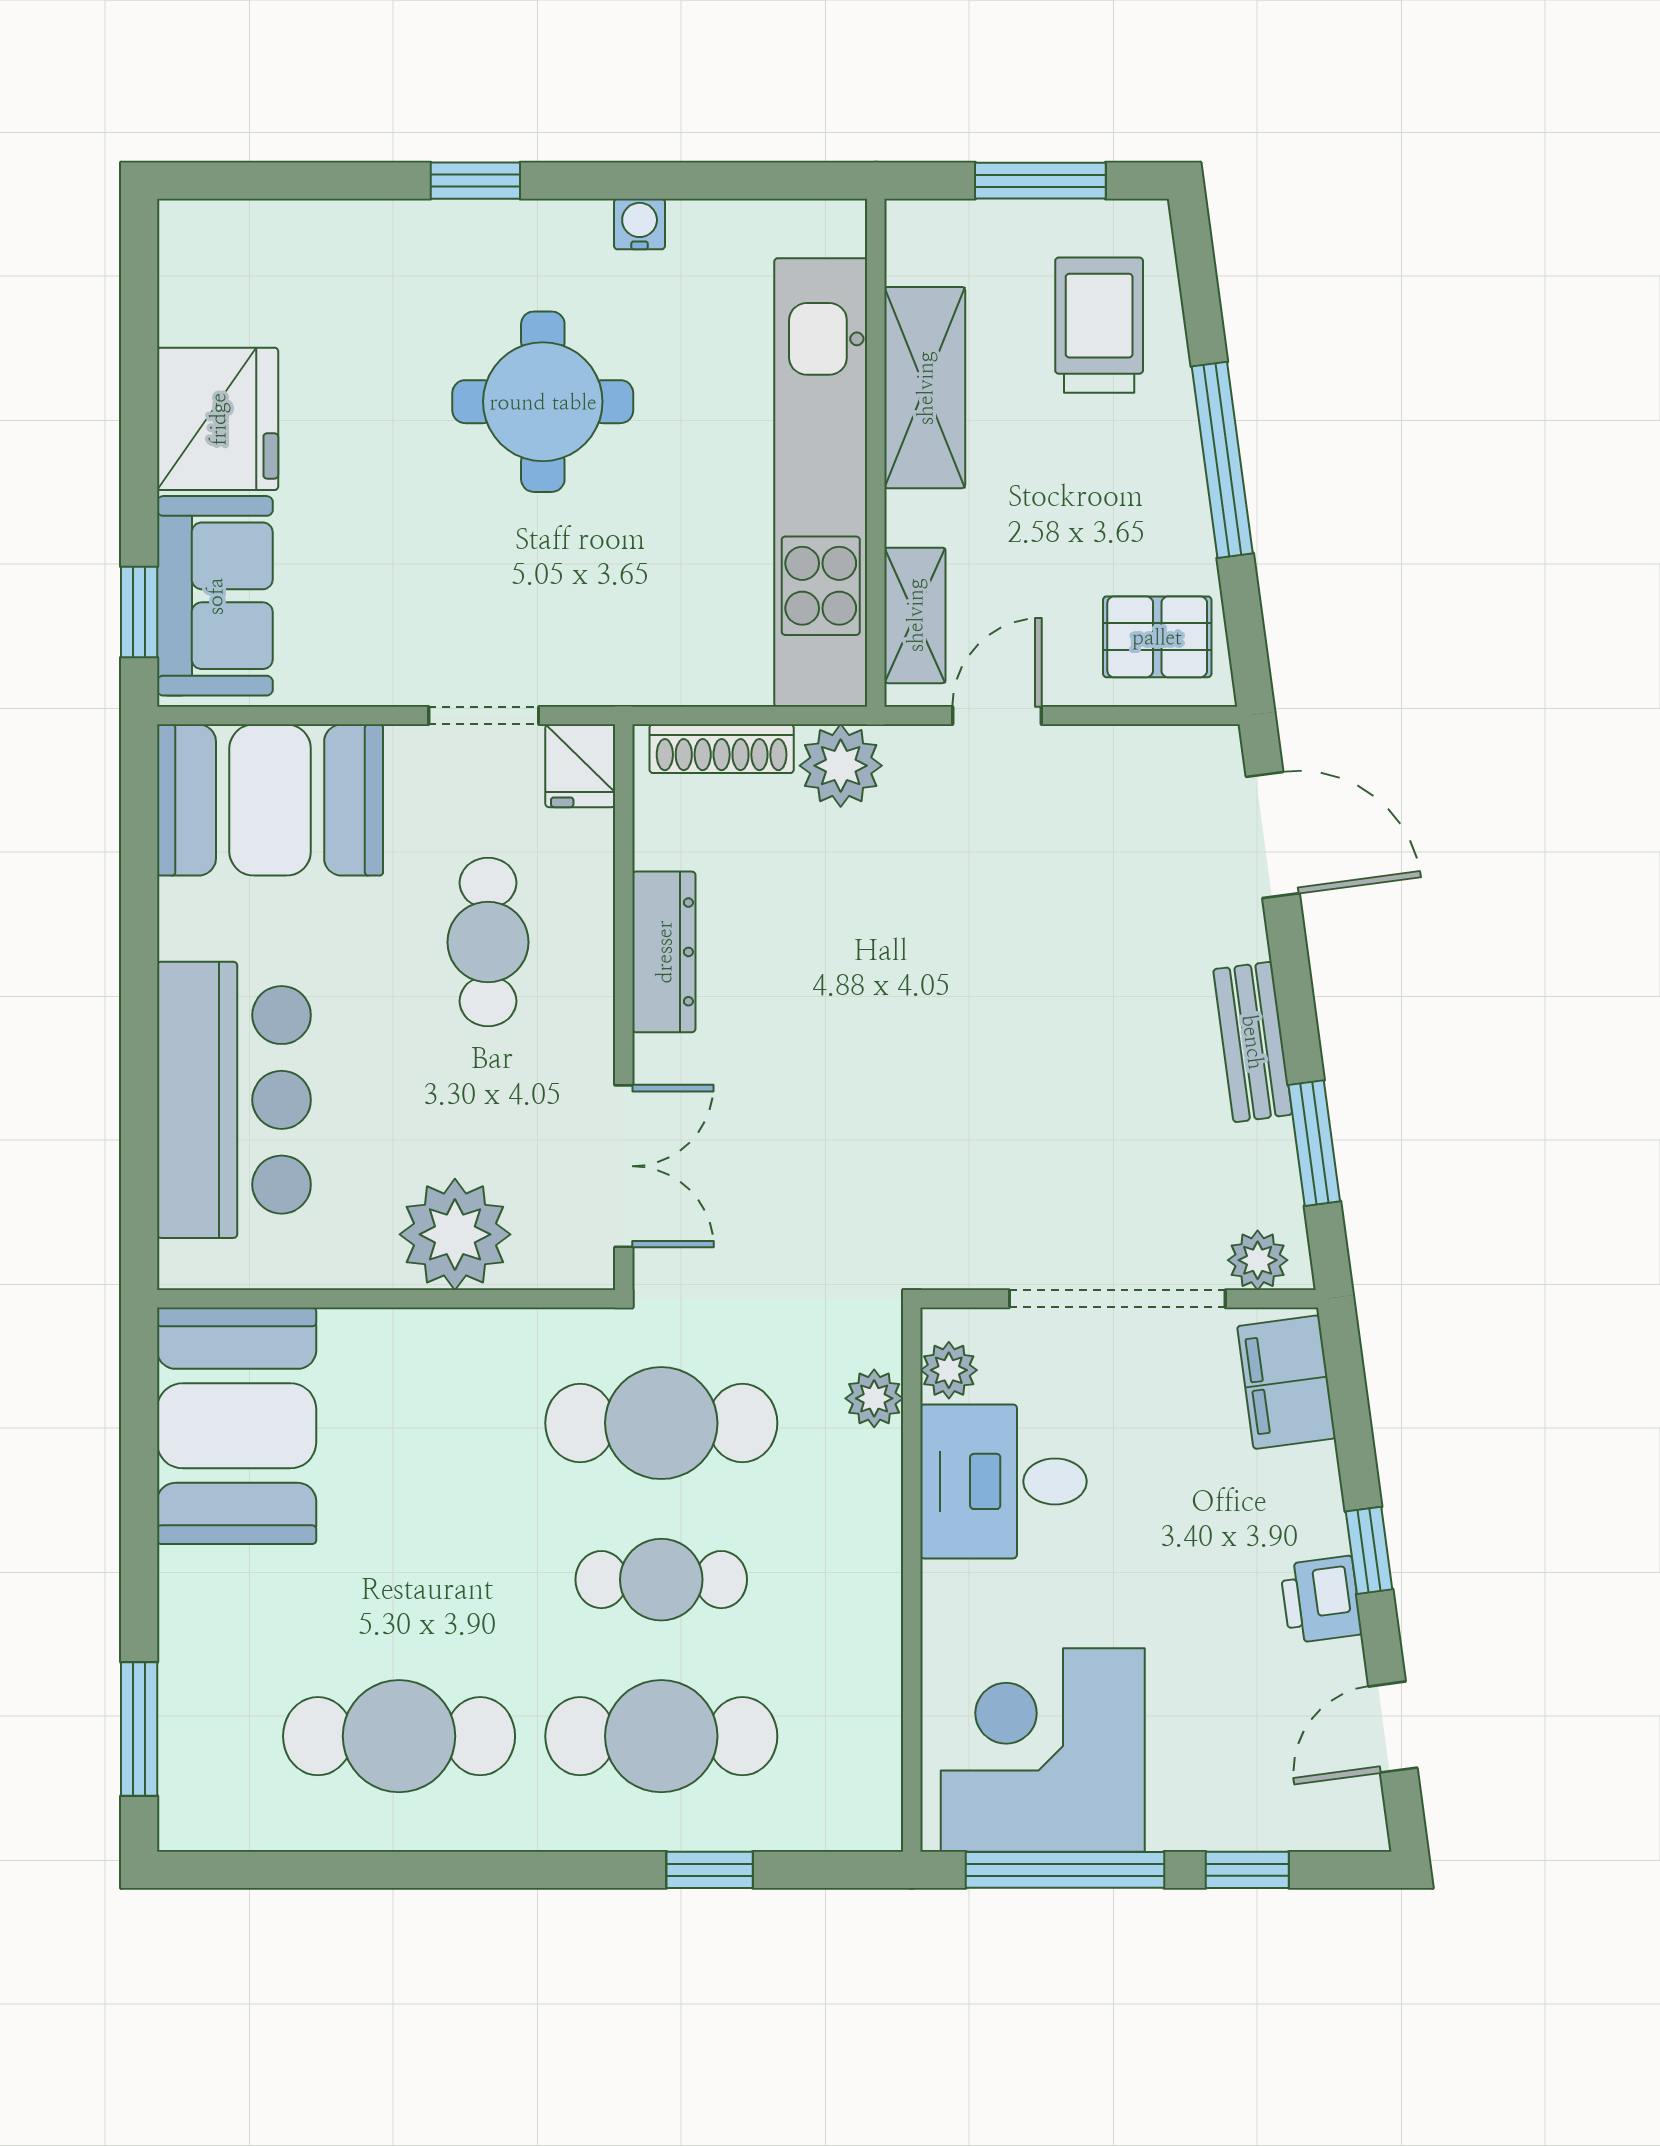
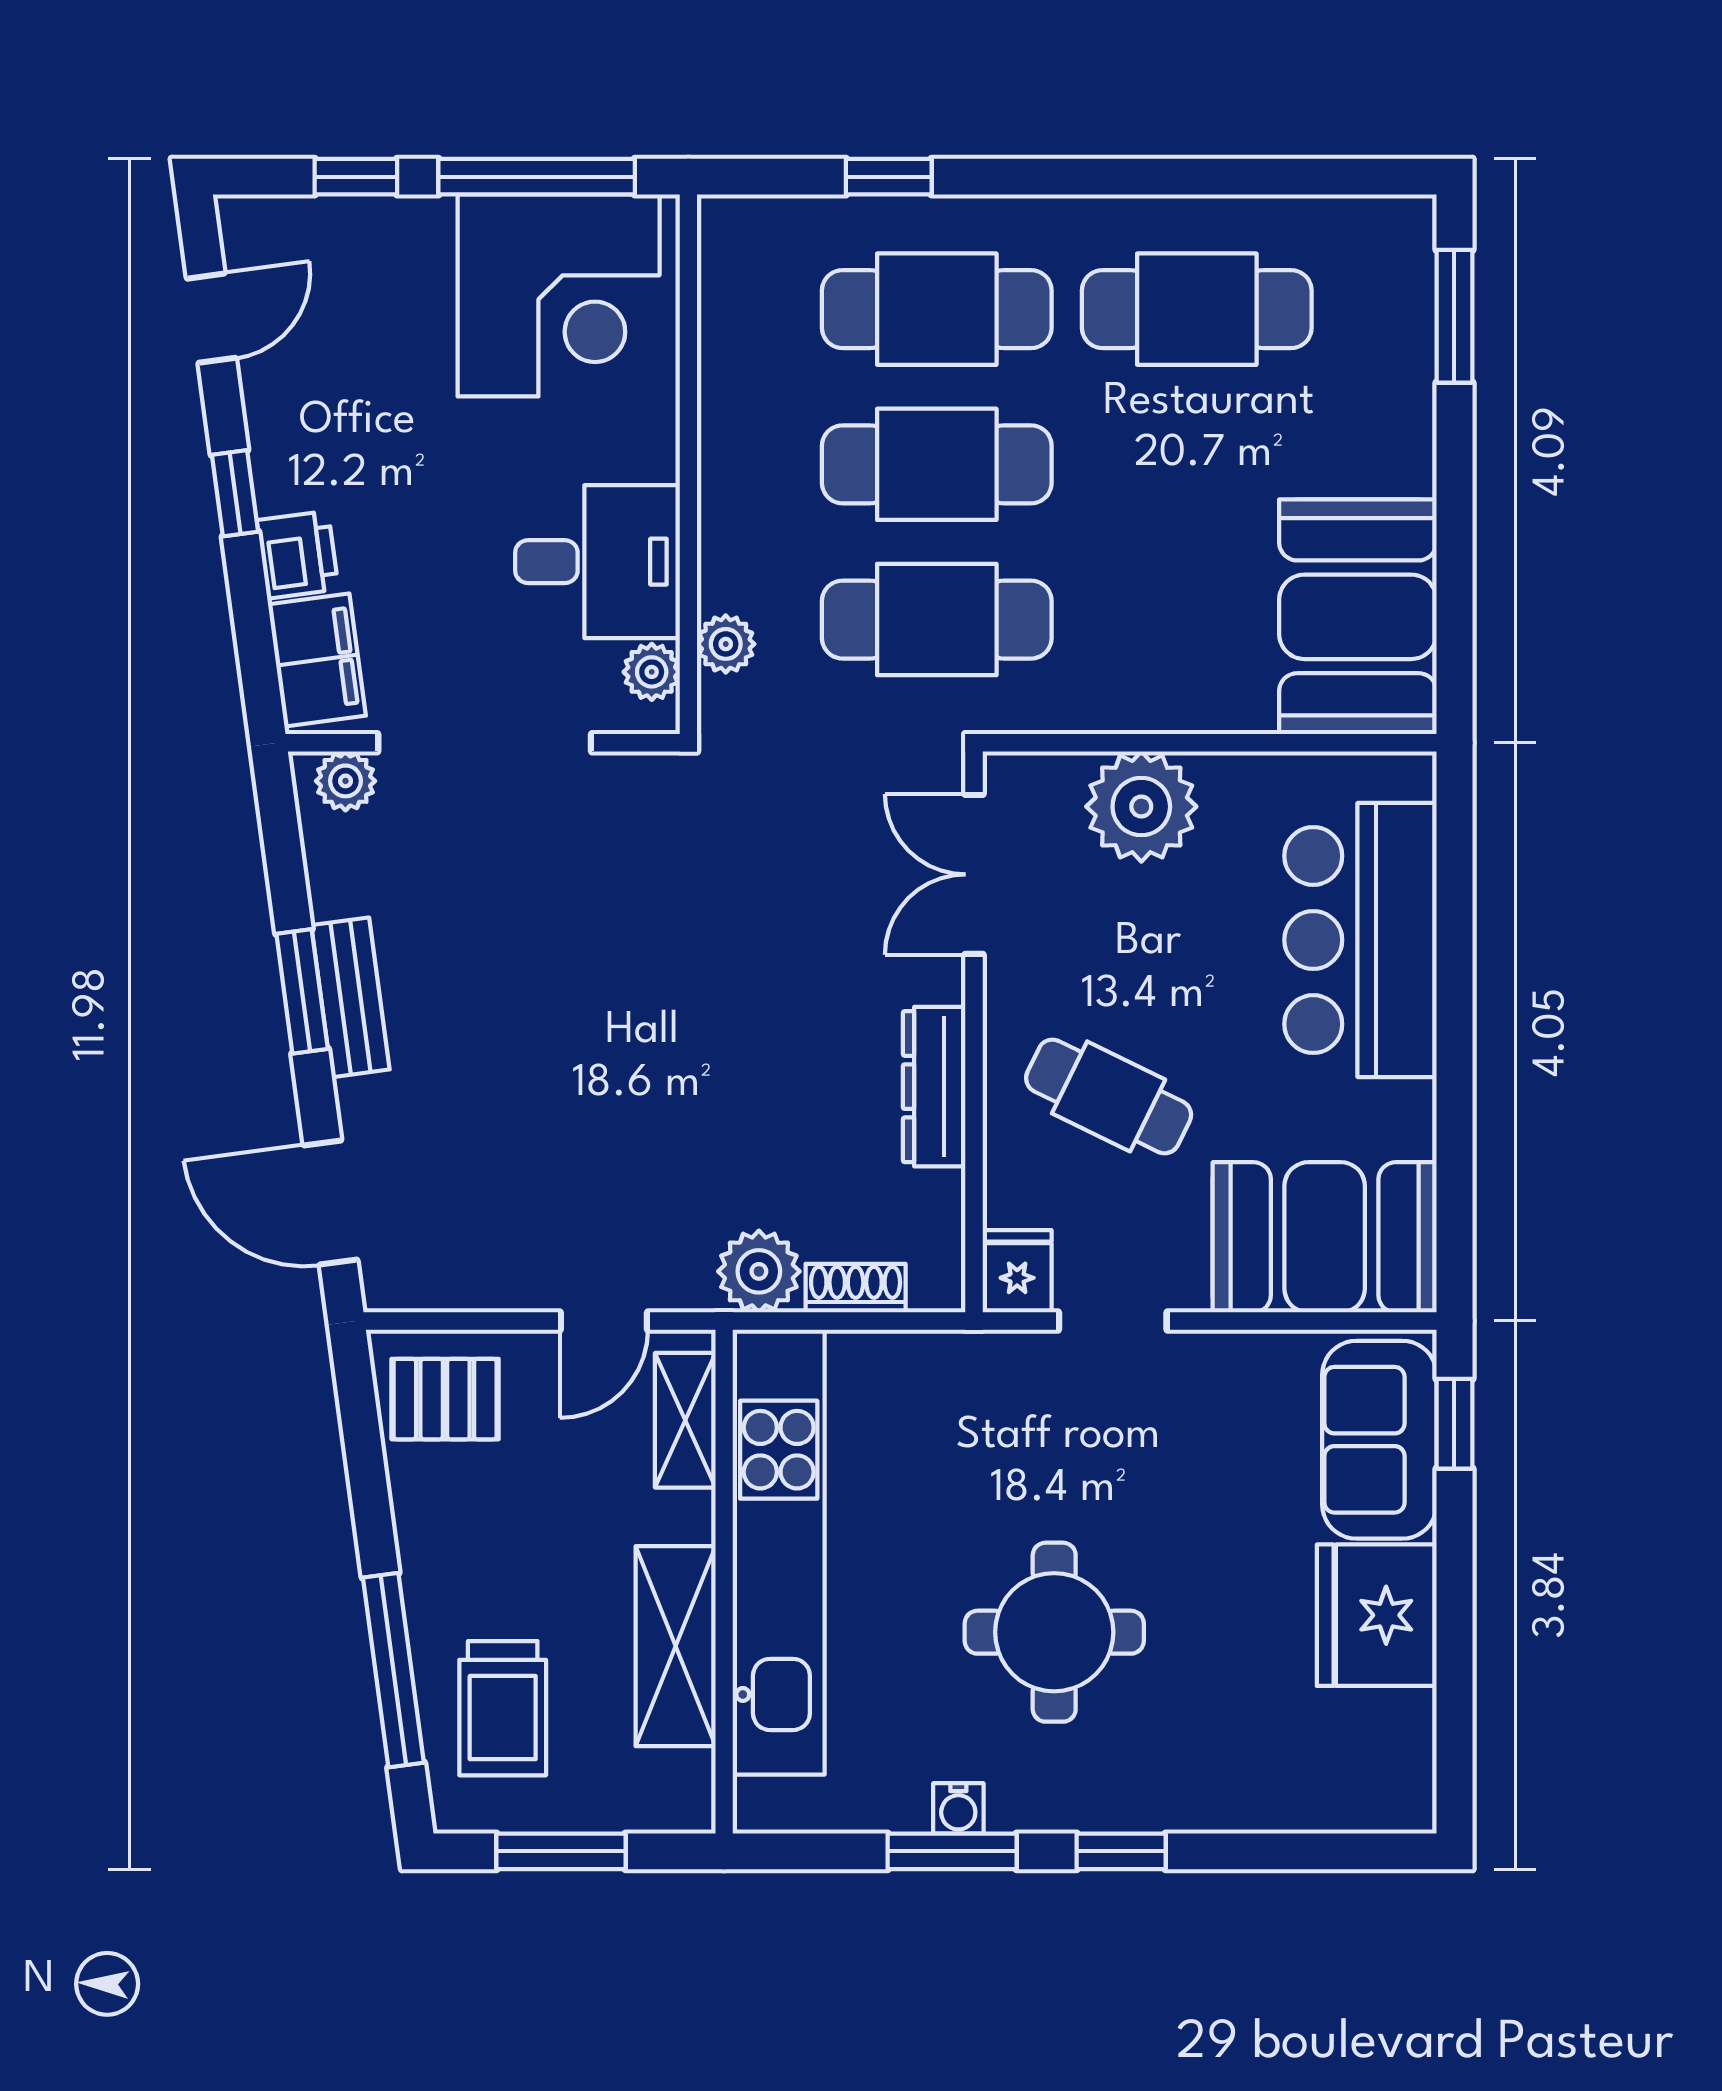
window: (646, 181) -> (952, 1851), added
window: (1222, 460) -> (393, 1670), moved
shoe rack: (722, 749) -> (856, 1288), width x0.70
cafe table: (488, 942) -> (1109, 1096), turned -64
window: (1314, 1143) -> (302, 991), moved
cafe table: (661, 1580) -> (937, 464), width x1.37, depth x1.35
printer: (1321, 1600) -> (298, 555), moved

